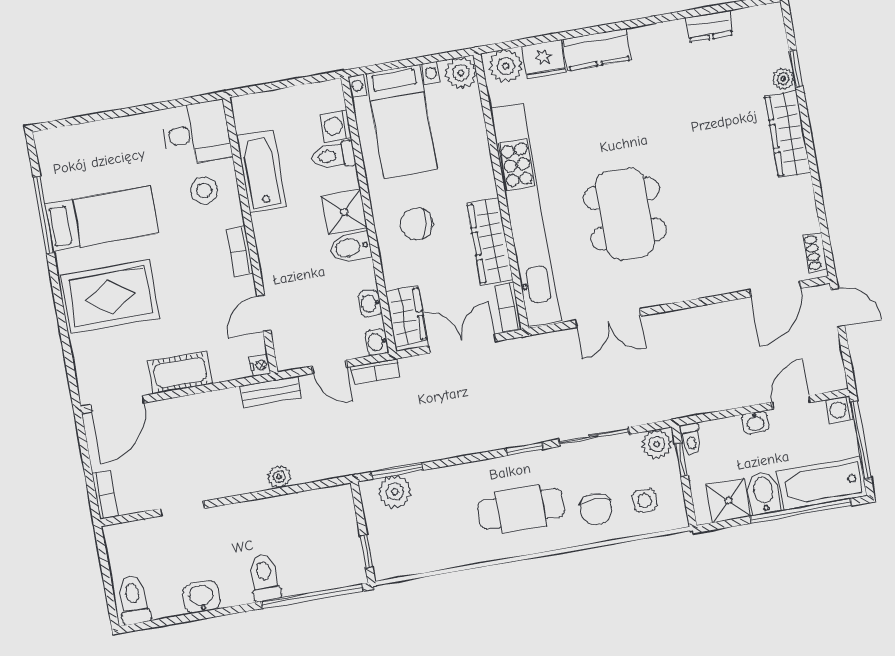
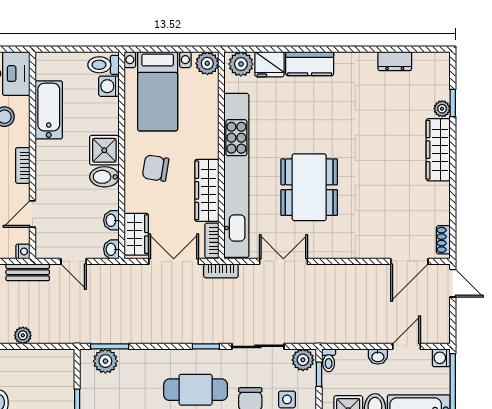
toilet: (333, 156) -> (103, 65), moved
double door: (608, 318) -> (283, 261), swing flipped
bookcase: (375, 372) -> (221, 271), moved

